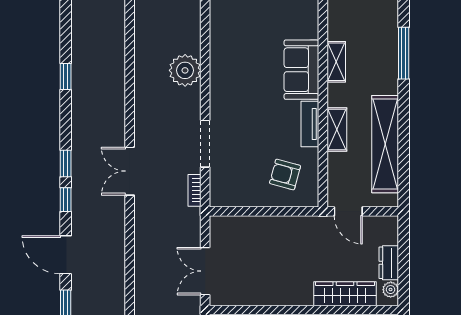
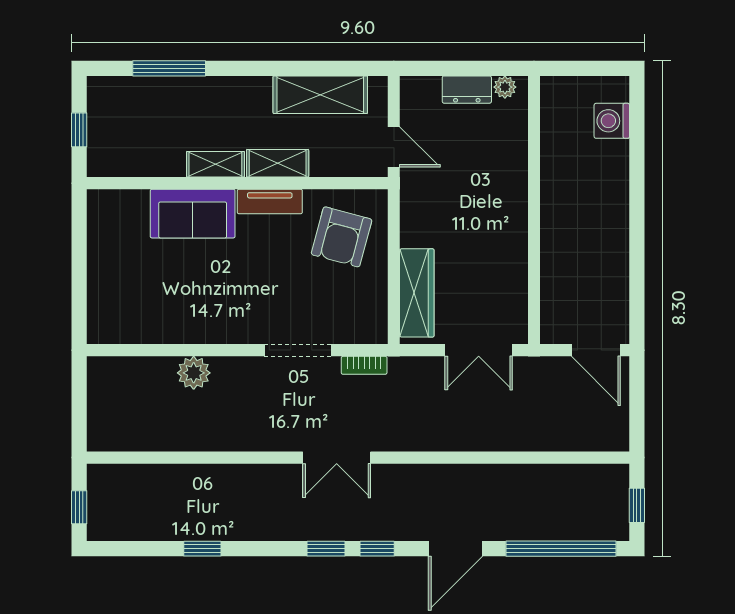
shelving: (336, 62) -> (215, 164), moved
plant: (185, 70) -> (194, 373), width x0.73, depth x0.73
shelving: (385, 144) -> (320, 95), width x0.68
armchair: (285, 175) -> (342, 237), width x1.38, depth x1.38
door: (348, 211) -> (394, 147), hinge flipped
wardrobe: (345, 294) -> (417, 293), moved, turned 180

